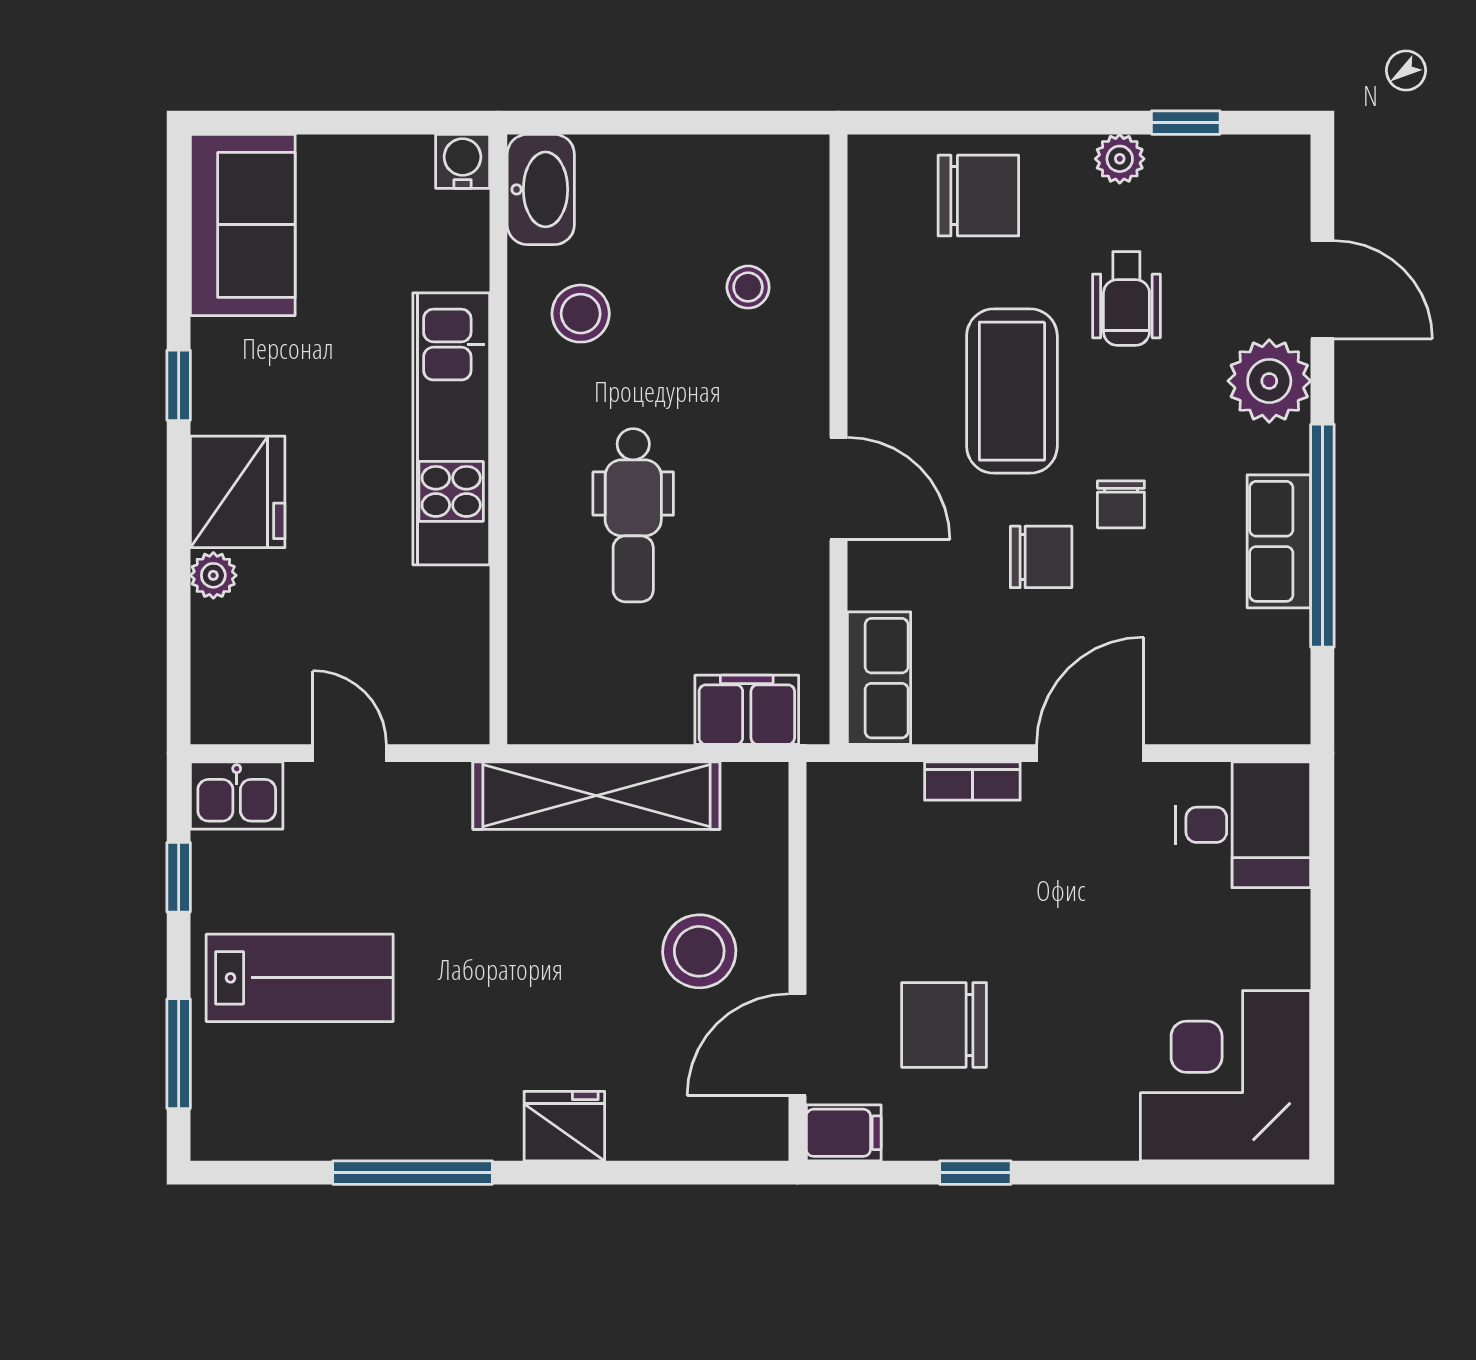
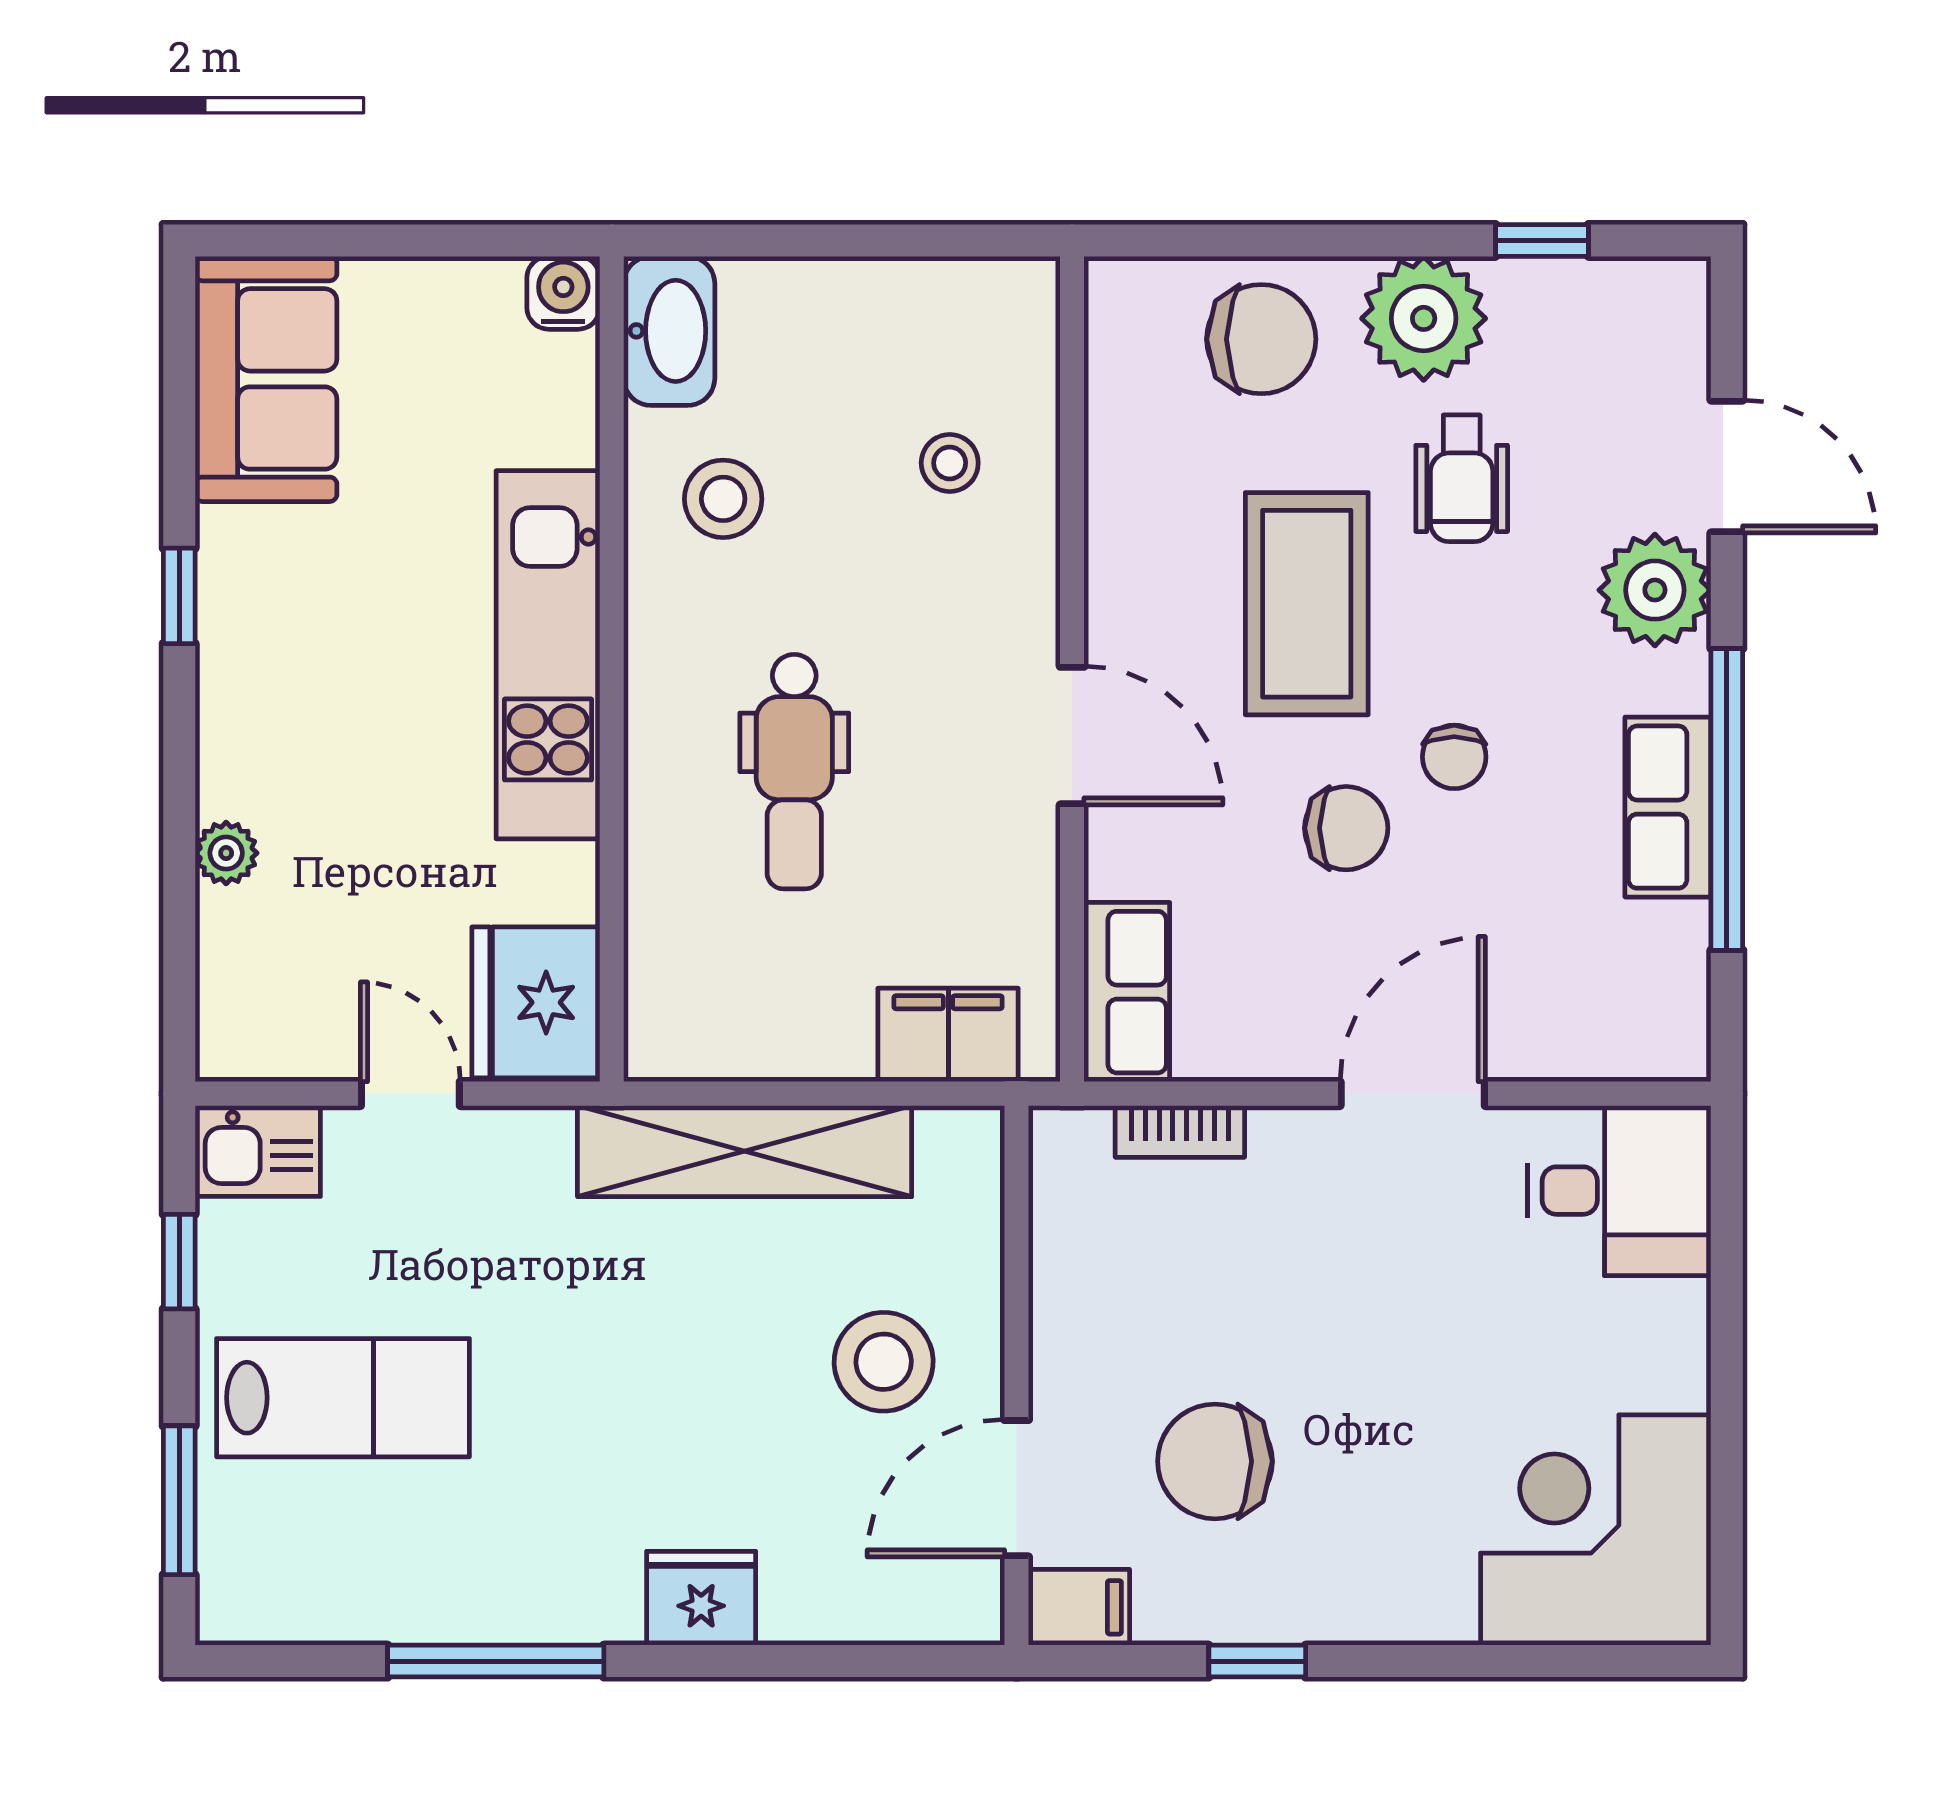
plant: (1120, 159) -> (1424, 318), width x1.87, depth x1.87
fridge: (238, 492) -> (536, 1002), moved, turned 180
bookcase: (972, 781) -> (1180, 1131), moved

